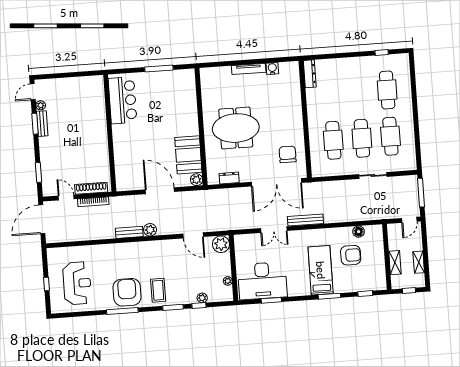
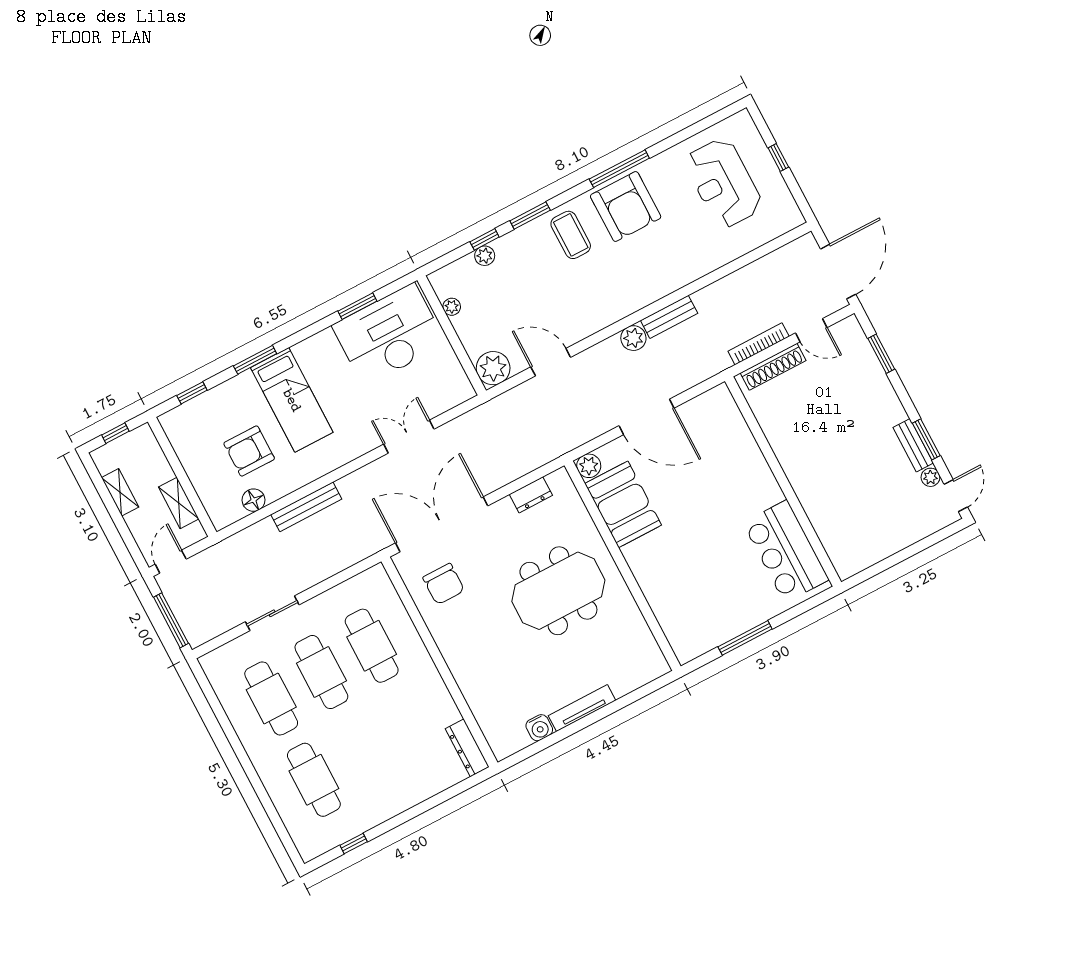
bench: (305, 220) -> (306, 507), moved
shelving: (395, 263) -> (179, 503), moved

